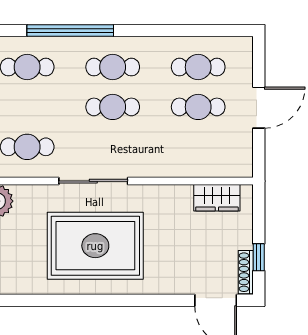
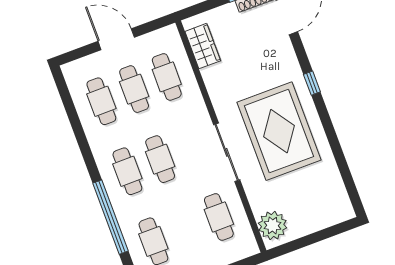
cafe table: (198, 147) -> (167, 77), added
window: (134, 300) -> (312, 83), added

